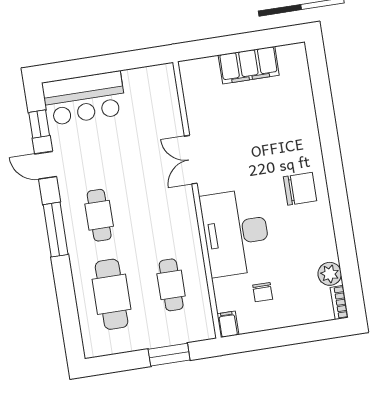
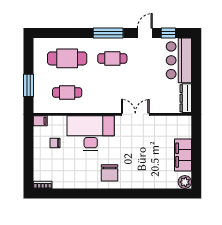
dresser: (149, 76) -> (186, 98), added
plant: (330, 274) -> (185, 182), moved

